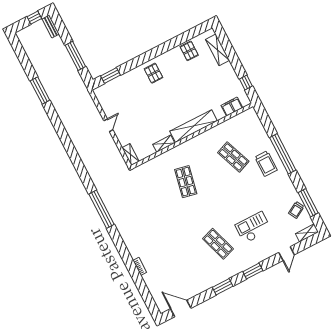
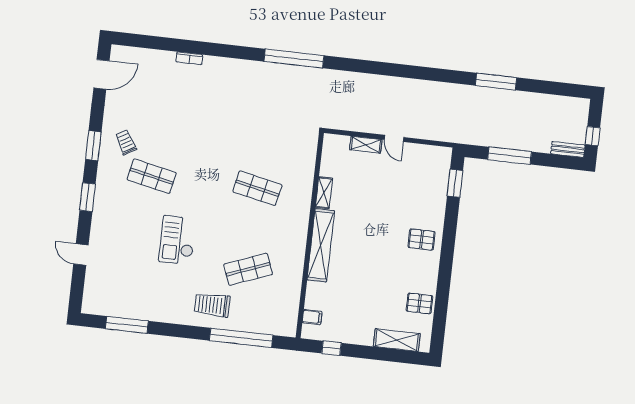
filing cabinet: (232, 107) -> (312, 317), width x0.50
window: (283, 154) -> (241, 338), moved
shelving: (131, 155) -> (366, 145), moved
trolley: (296, 210) -> (126, 142), moved
checkout: (253, 227) -> (177, 240), moved, turned 180
shelving: (307, 233) -> (90, 298), removed
shop shelf: (218, 244) -> (152, 176), turned 30

